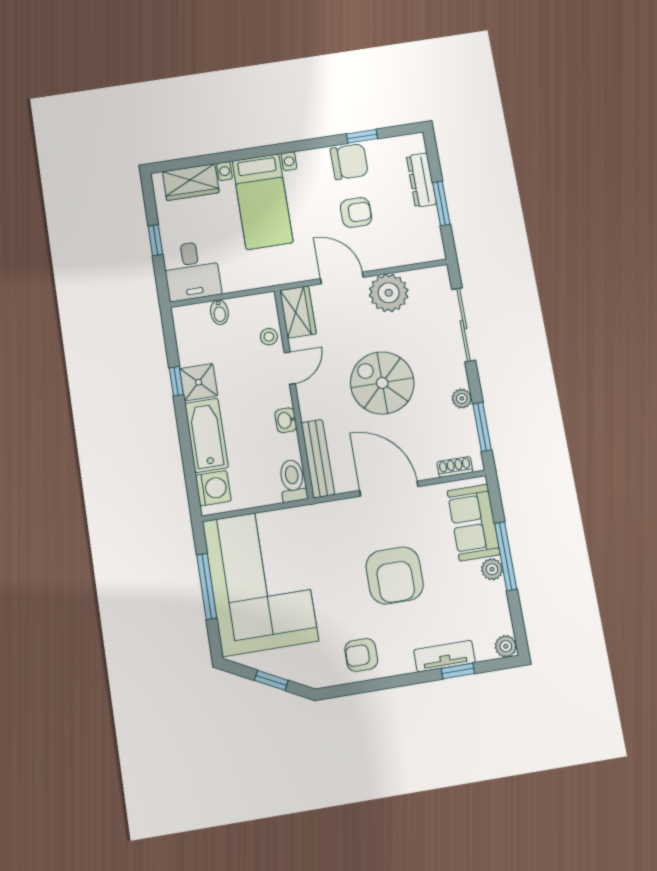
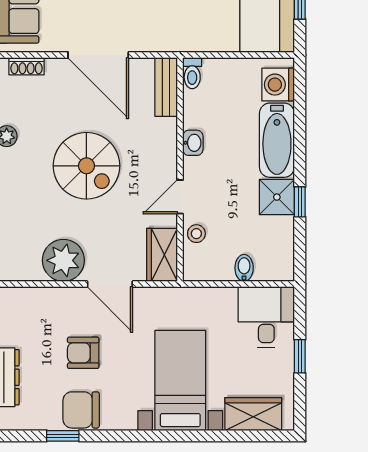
bench: (318, 459) -> (166, 87), width x0.73
toilet: (293, 481) -> (192, 73), width x0.73, depth x0.72

